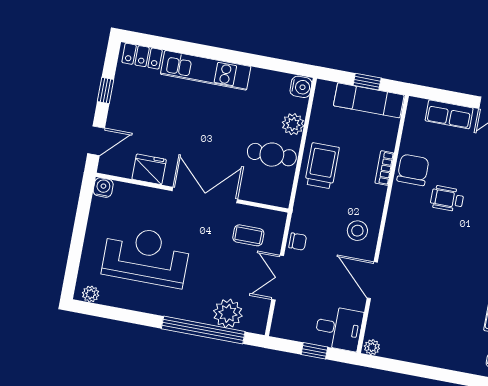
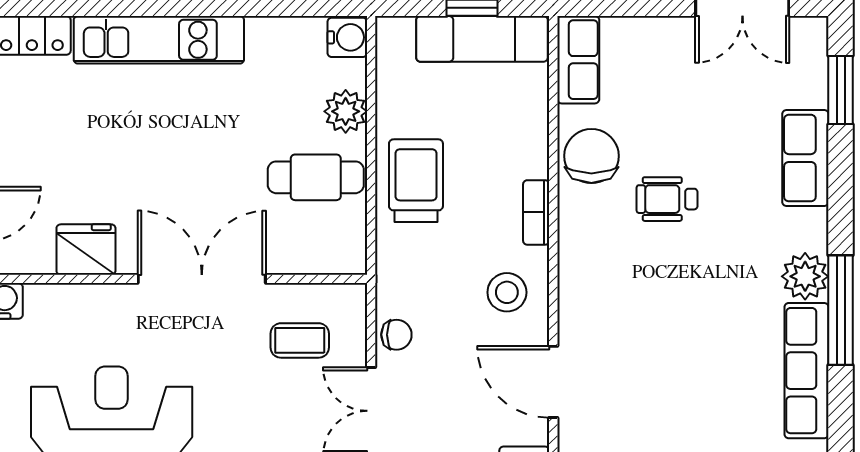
row of seats: (449, 114) -> (578, 60), moved, turned -90
bookcase: (384, 168) -> (536, 212), moved

